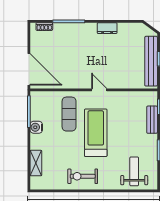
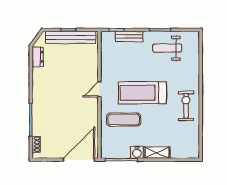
dresser: (107, 28) -> (38, 57), moved
shelving: (36, 163) -> (157, 153), moved
weight bench: (134, 171) -> (167, 48), moved
exercise bike: (83, 176) -> (186, 106), turned 180

